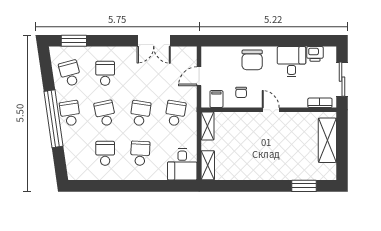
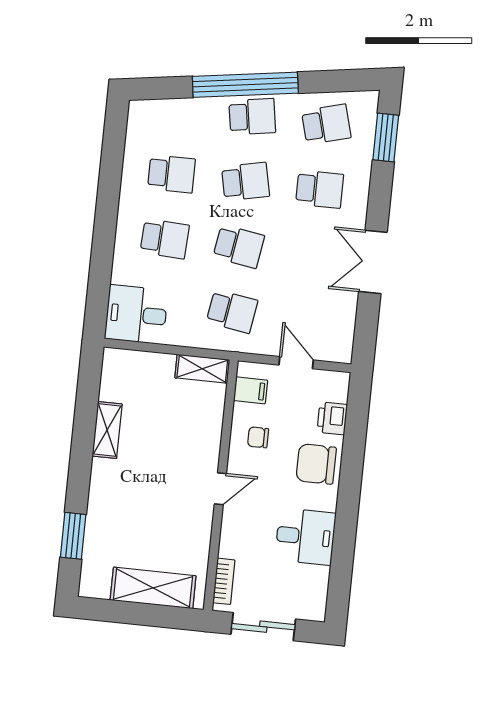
double door: (154, 41) -> (373, 262), moved
printer: (315, 54) -> (332, 418), moved
shelving: (208, 165) -> (107, 430), moved, turned 90

